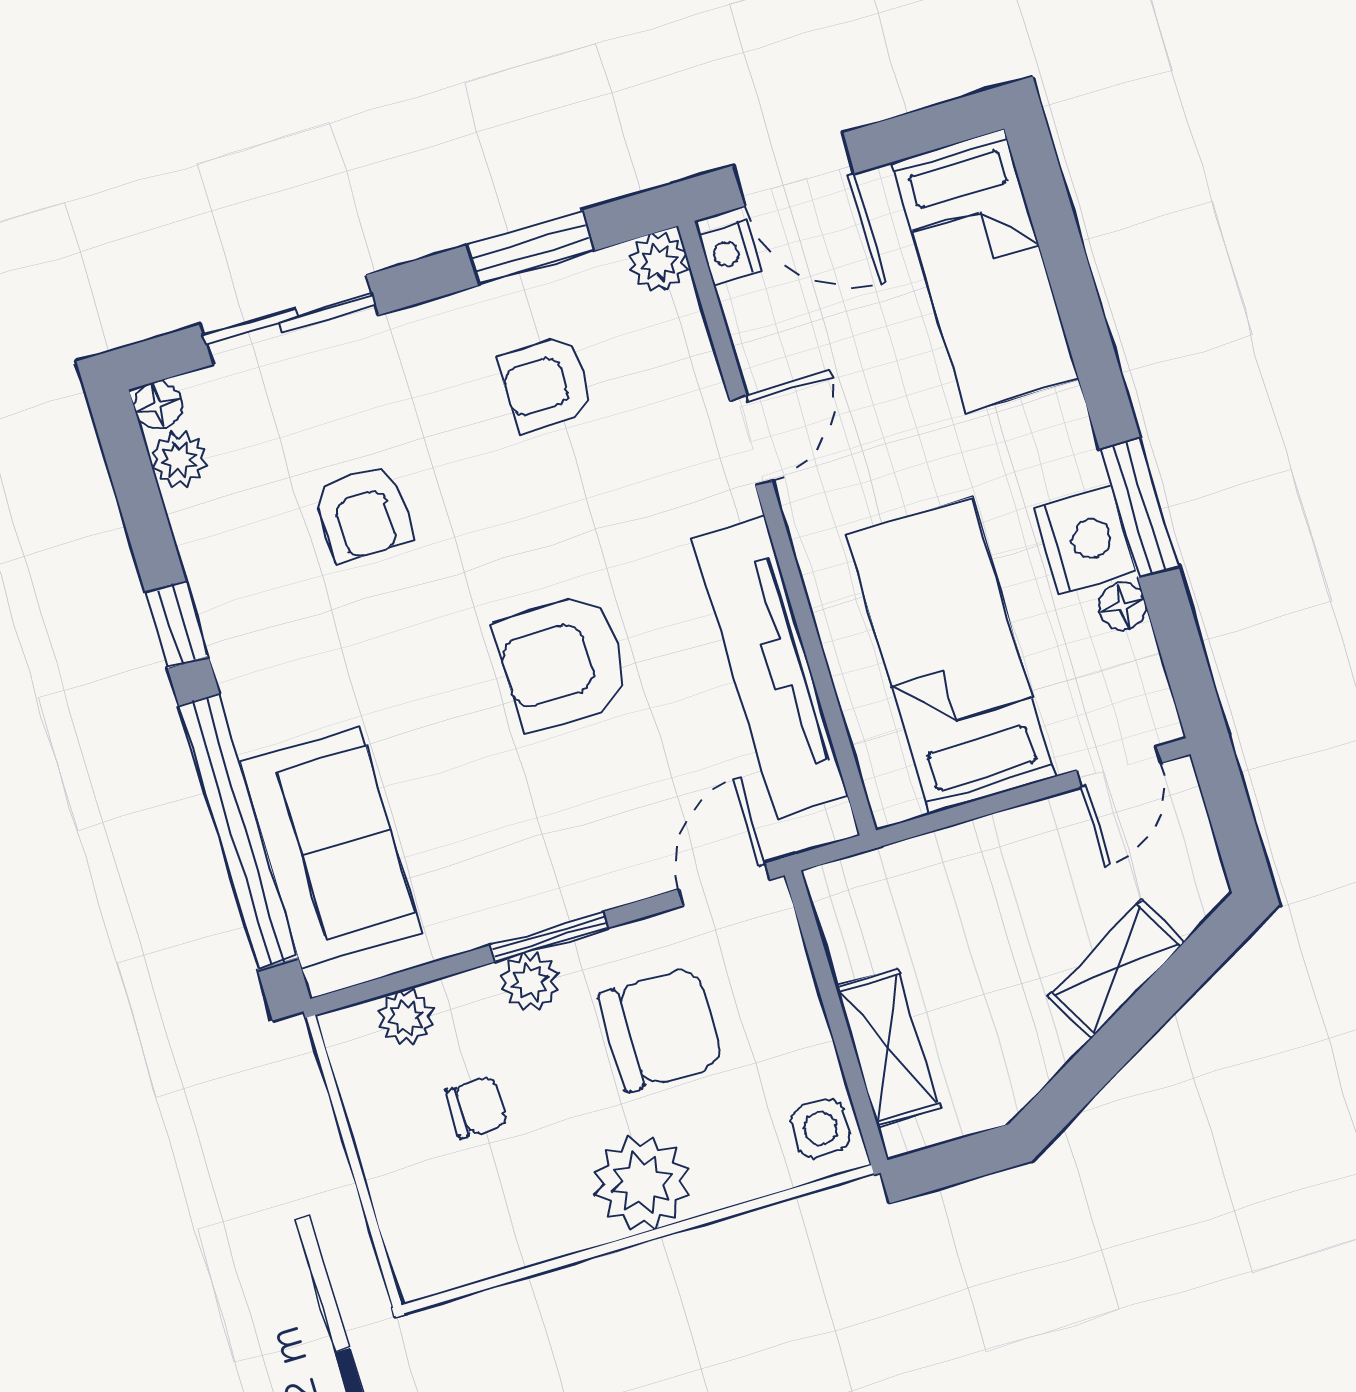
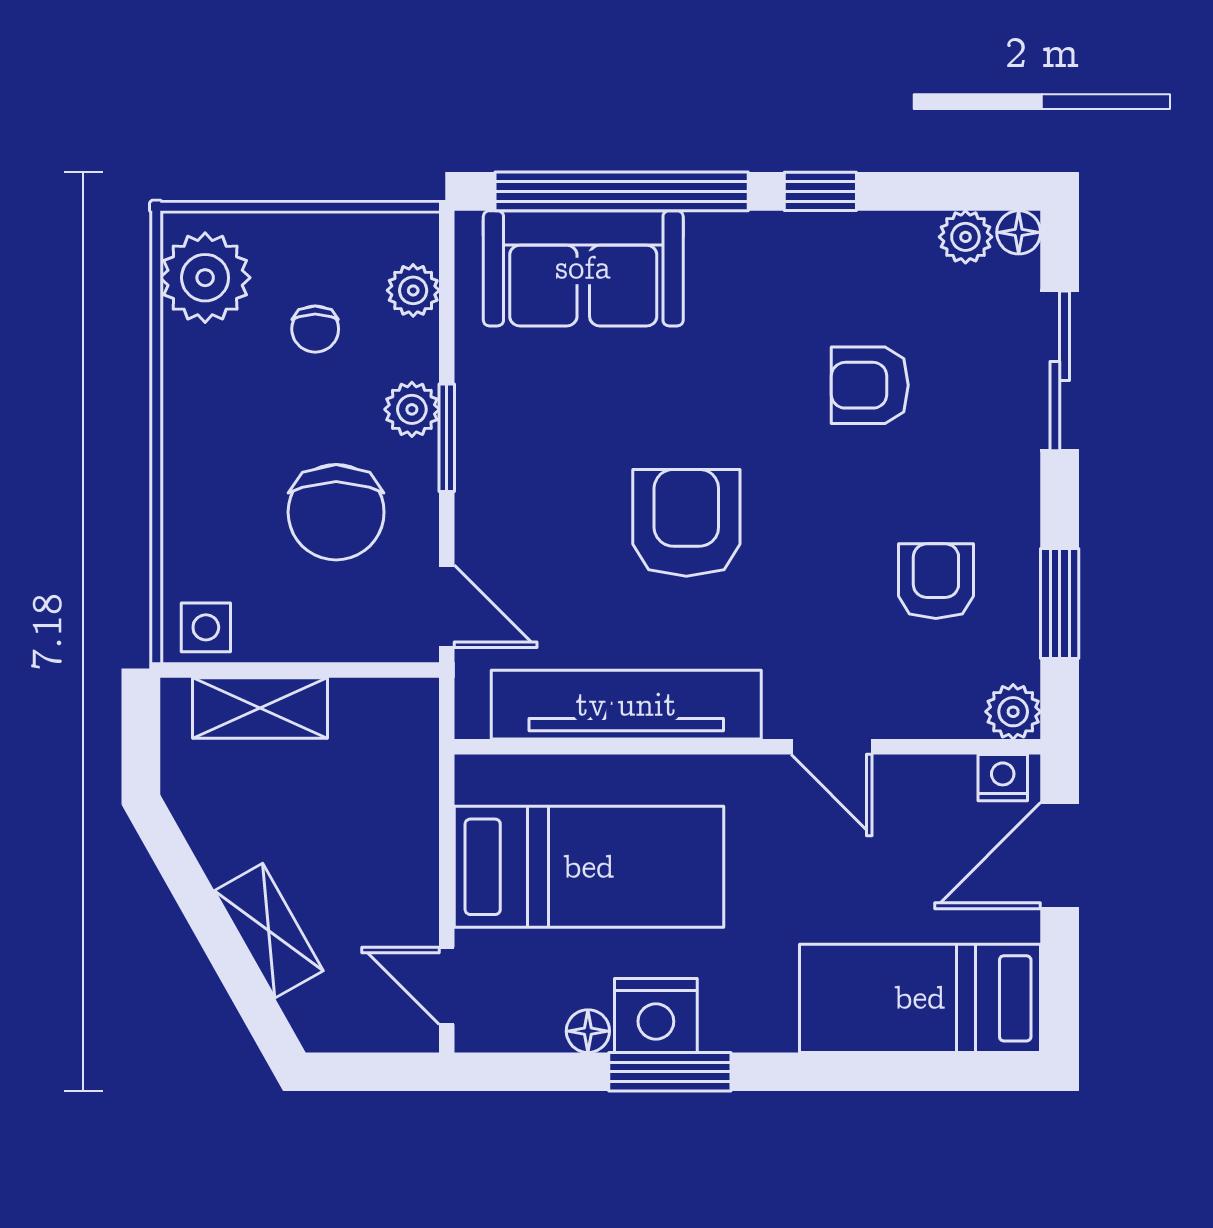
plant: (641, 1183) -> (205, 278), moved

